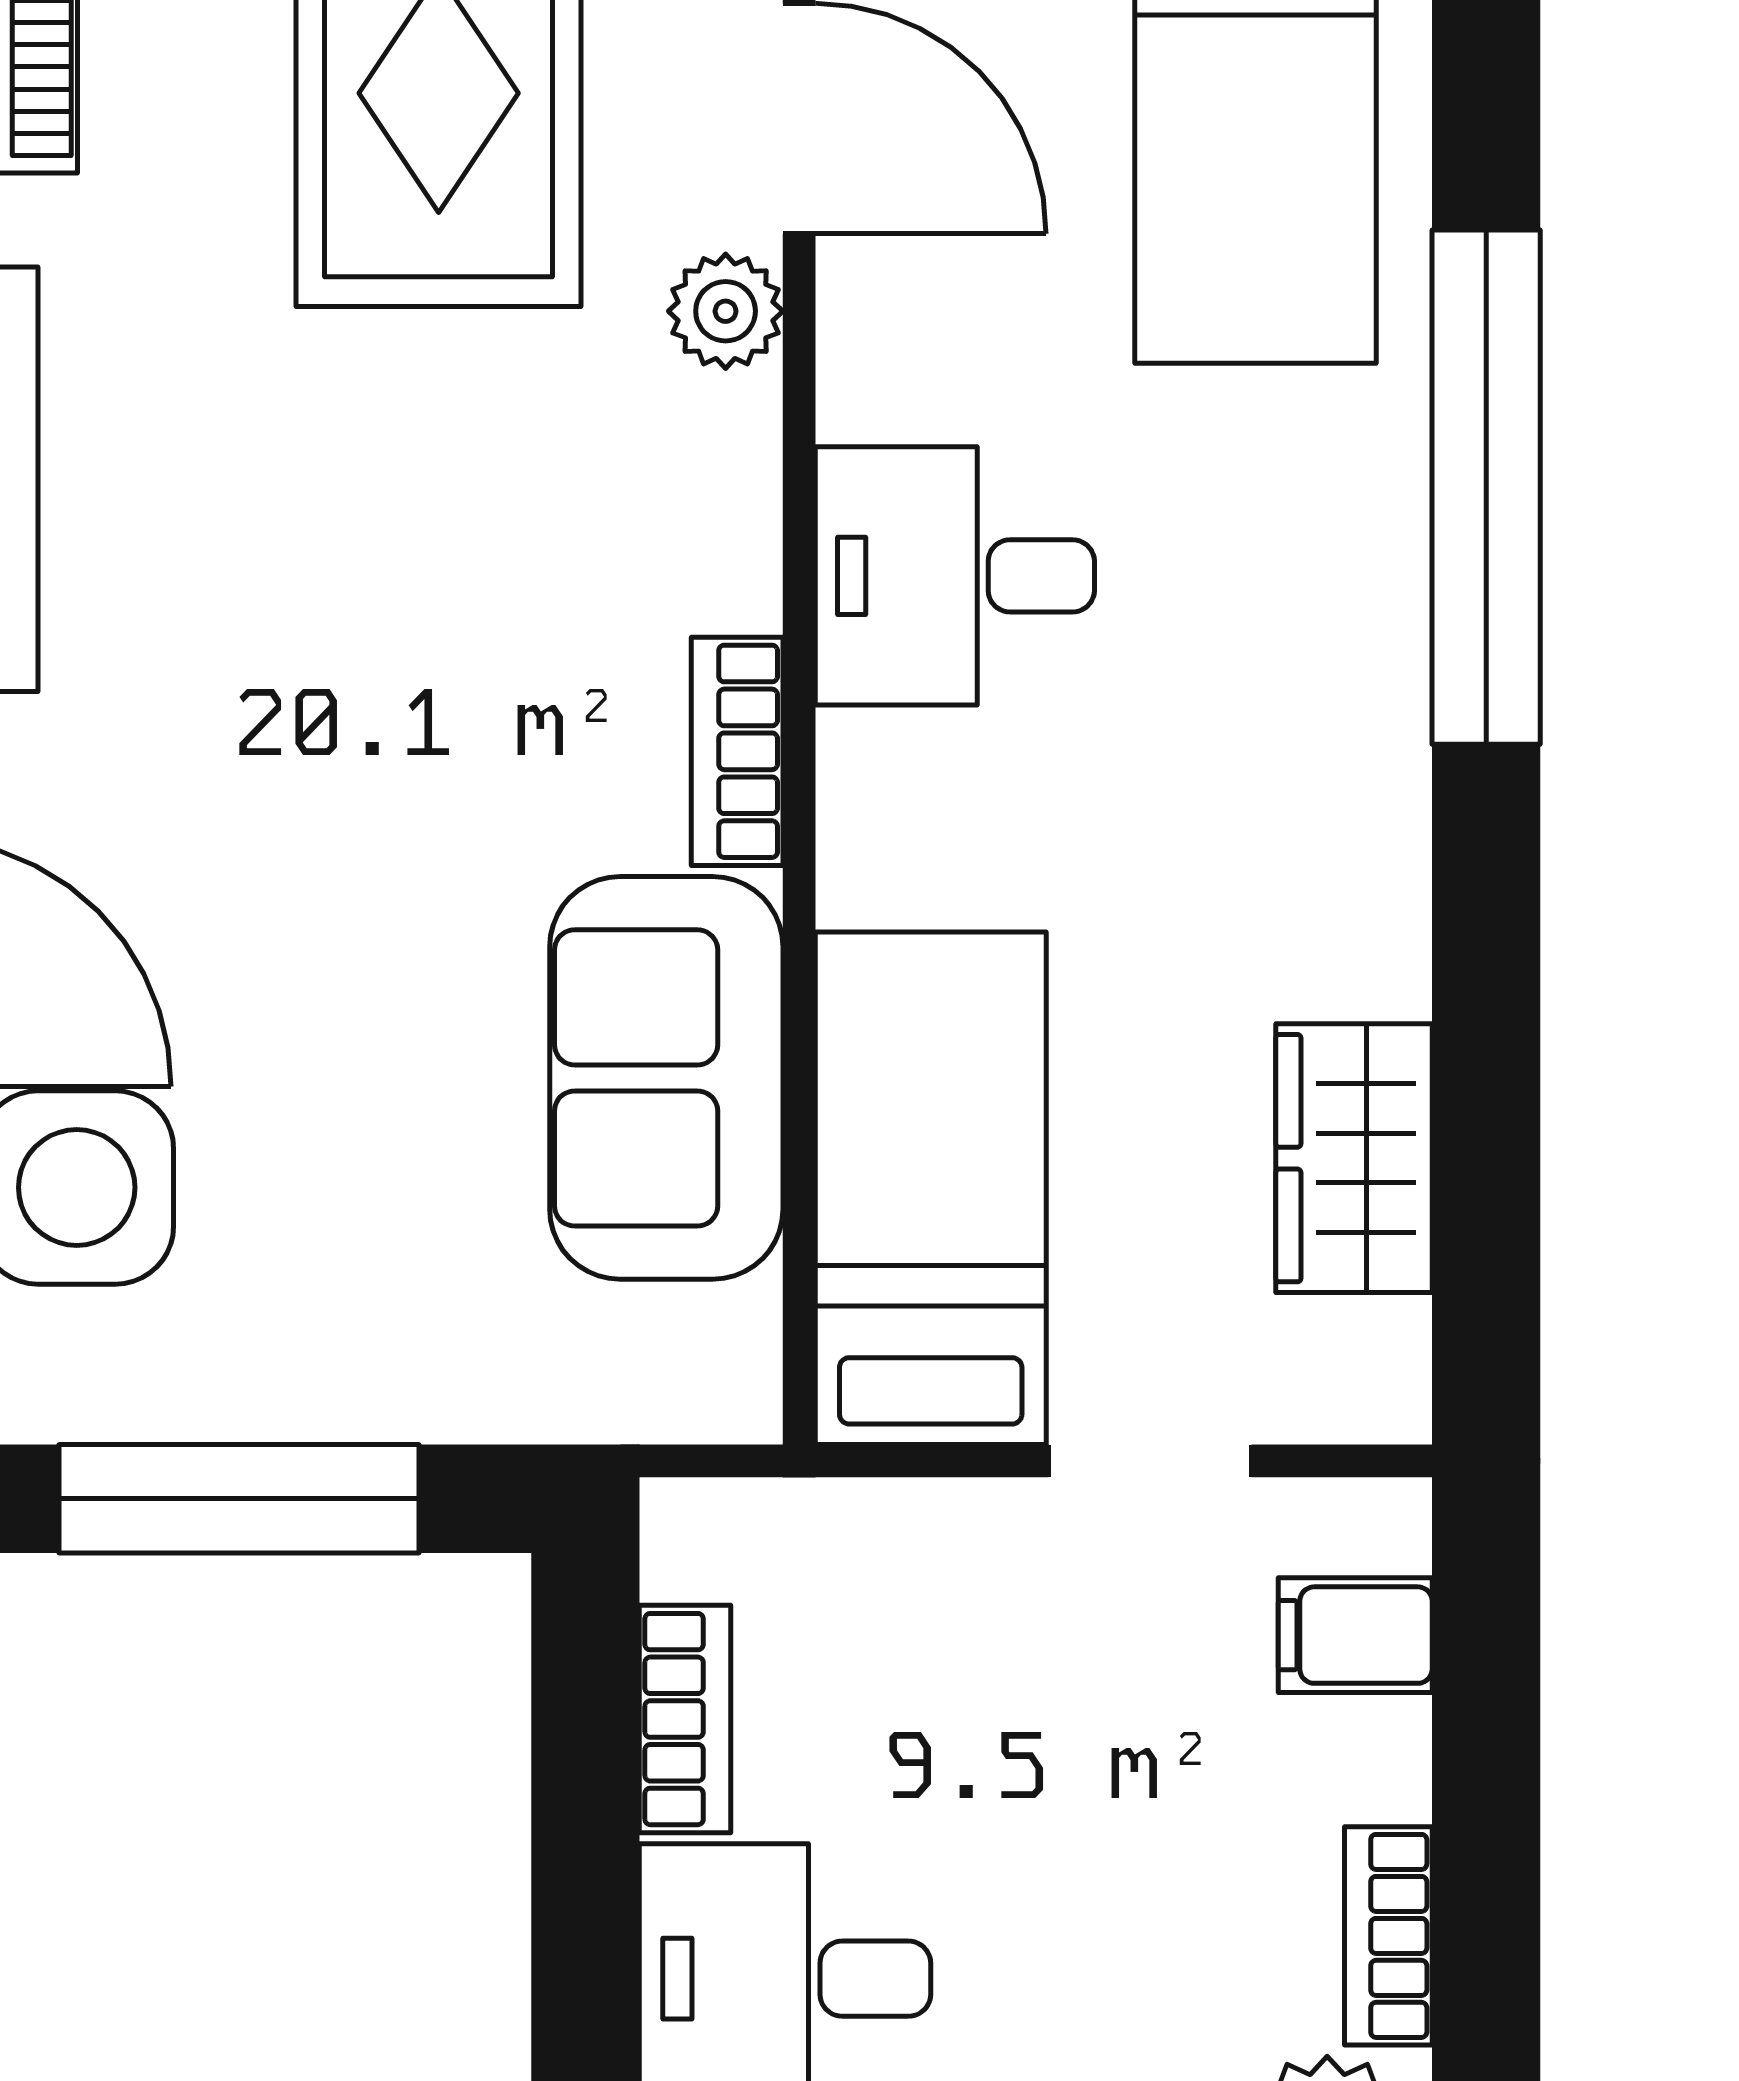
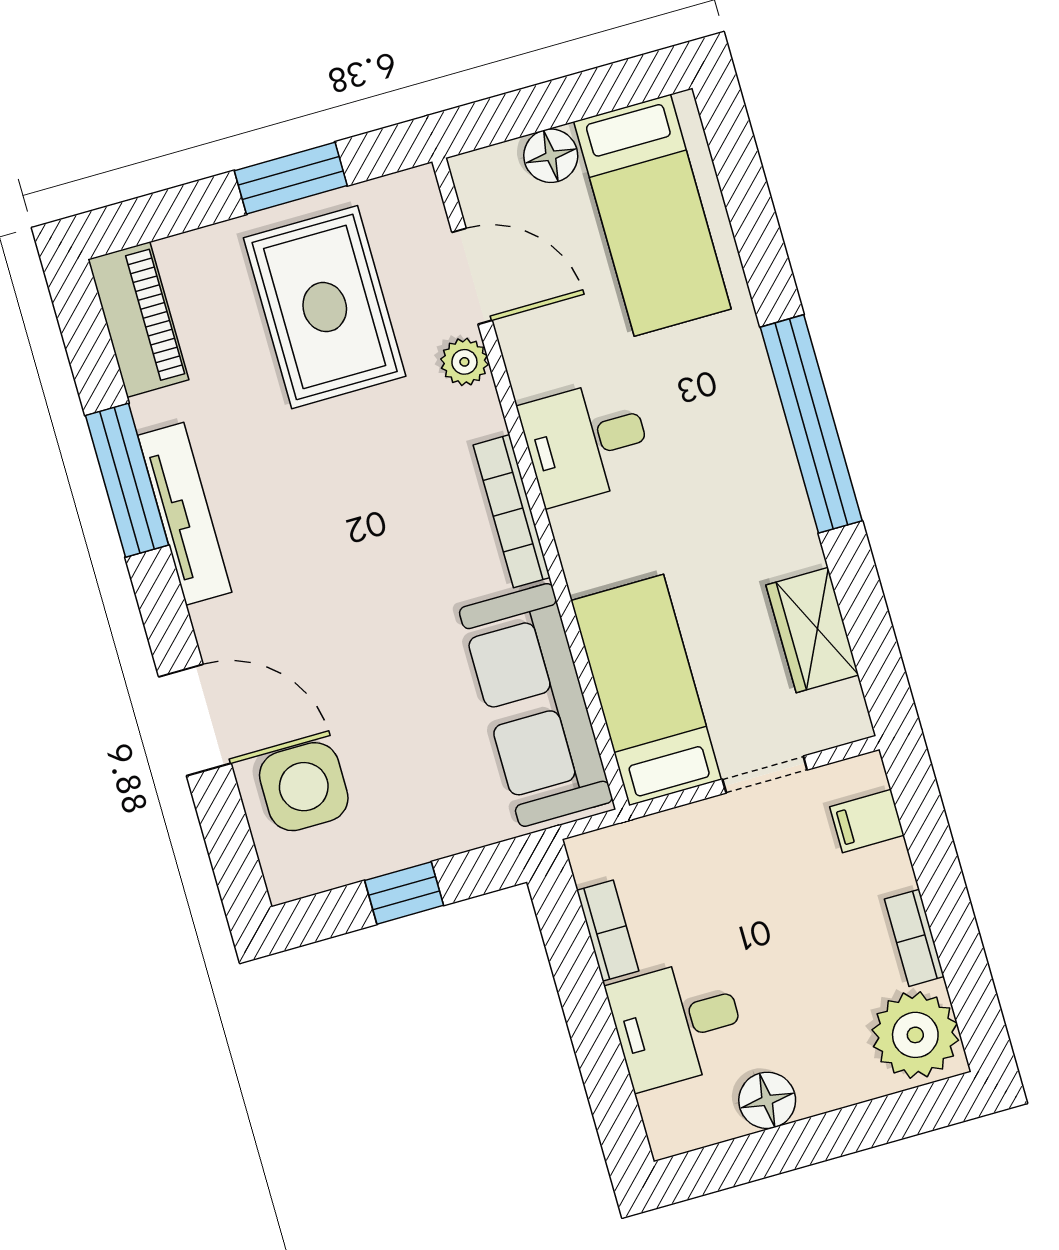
window: (1486, 487) -> (811, 424), moved
bookcase: (737, 751) -> (512, 511), width x1.56
sofa: (666, 1078) -> (536, 705), width x1.36
window: (239, 1499) -> (404, 893), width x0.46

